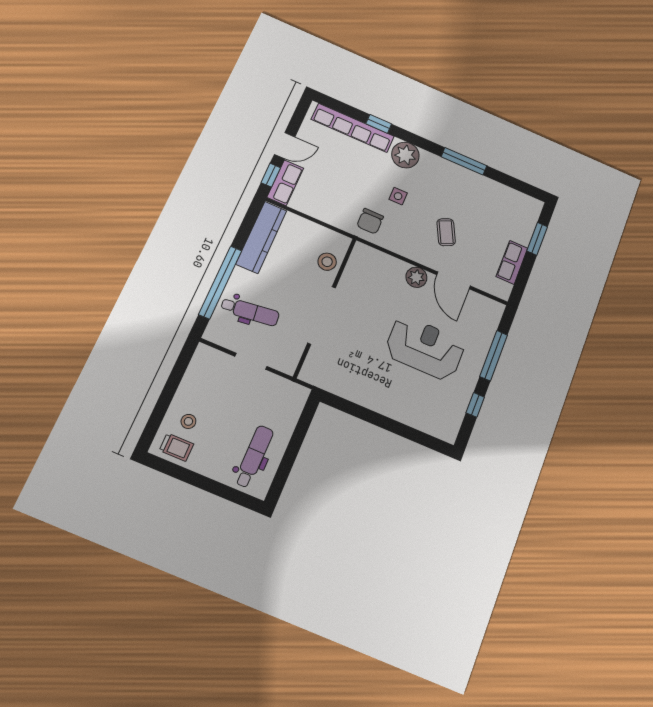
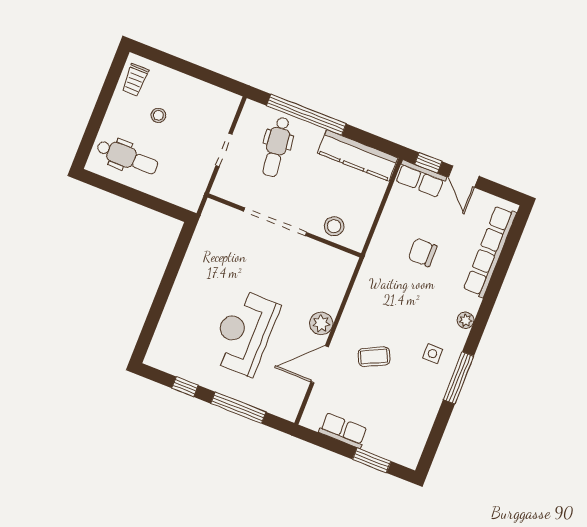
window: (379, 124) -> (497, 281), removed
plant: (405, 155) -> (466, 320), width x0.53, depth x0.53
side table: (398, 196) -> (433, 354), moved
chair: (370, 221) -> (422, 252), moved
reception desk: (425, 348) -> (244, 333), turned 180
stool: (188, 421) -> (158, 115), moved

